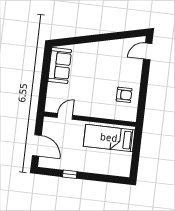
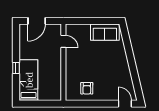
bed: (109, 138) -> (29, 80), moved
window: (70, 174) -> (16, 68), moved

